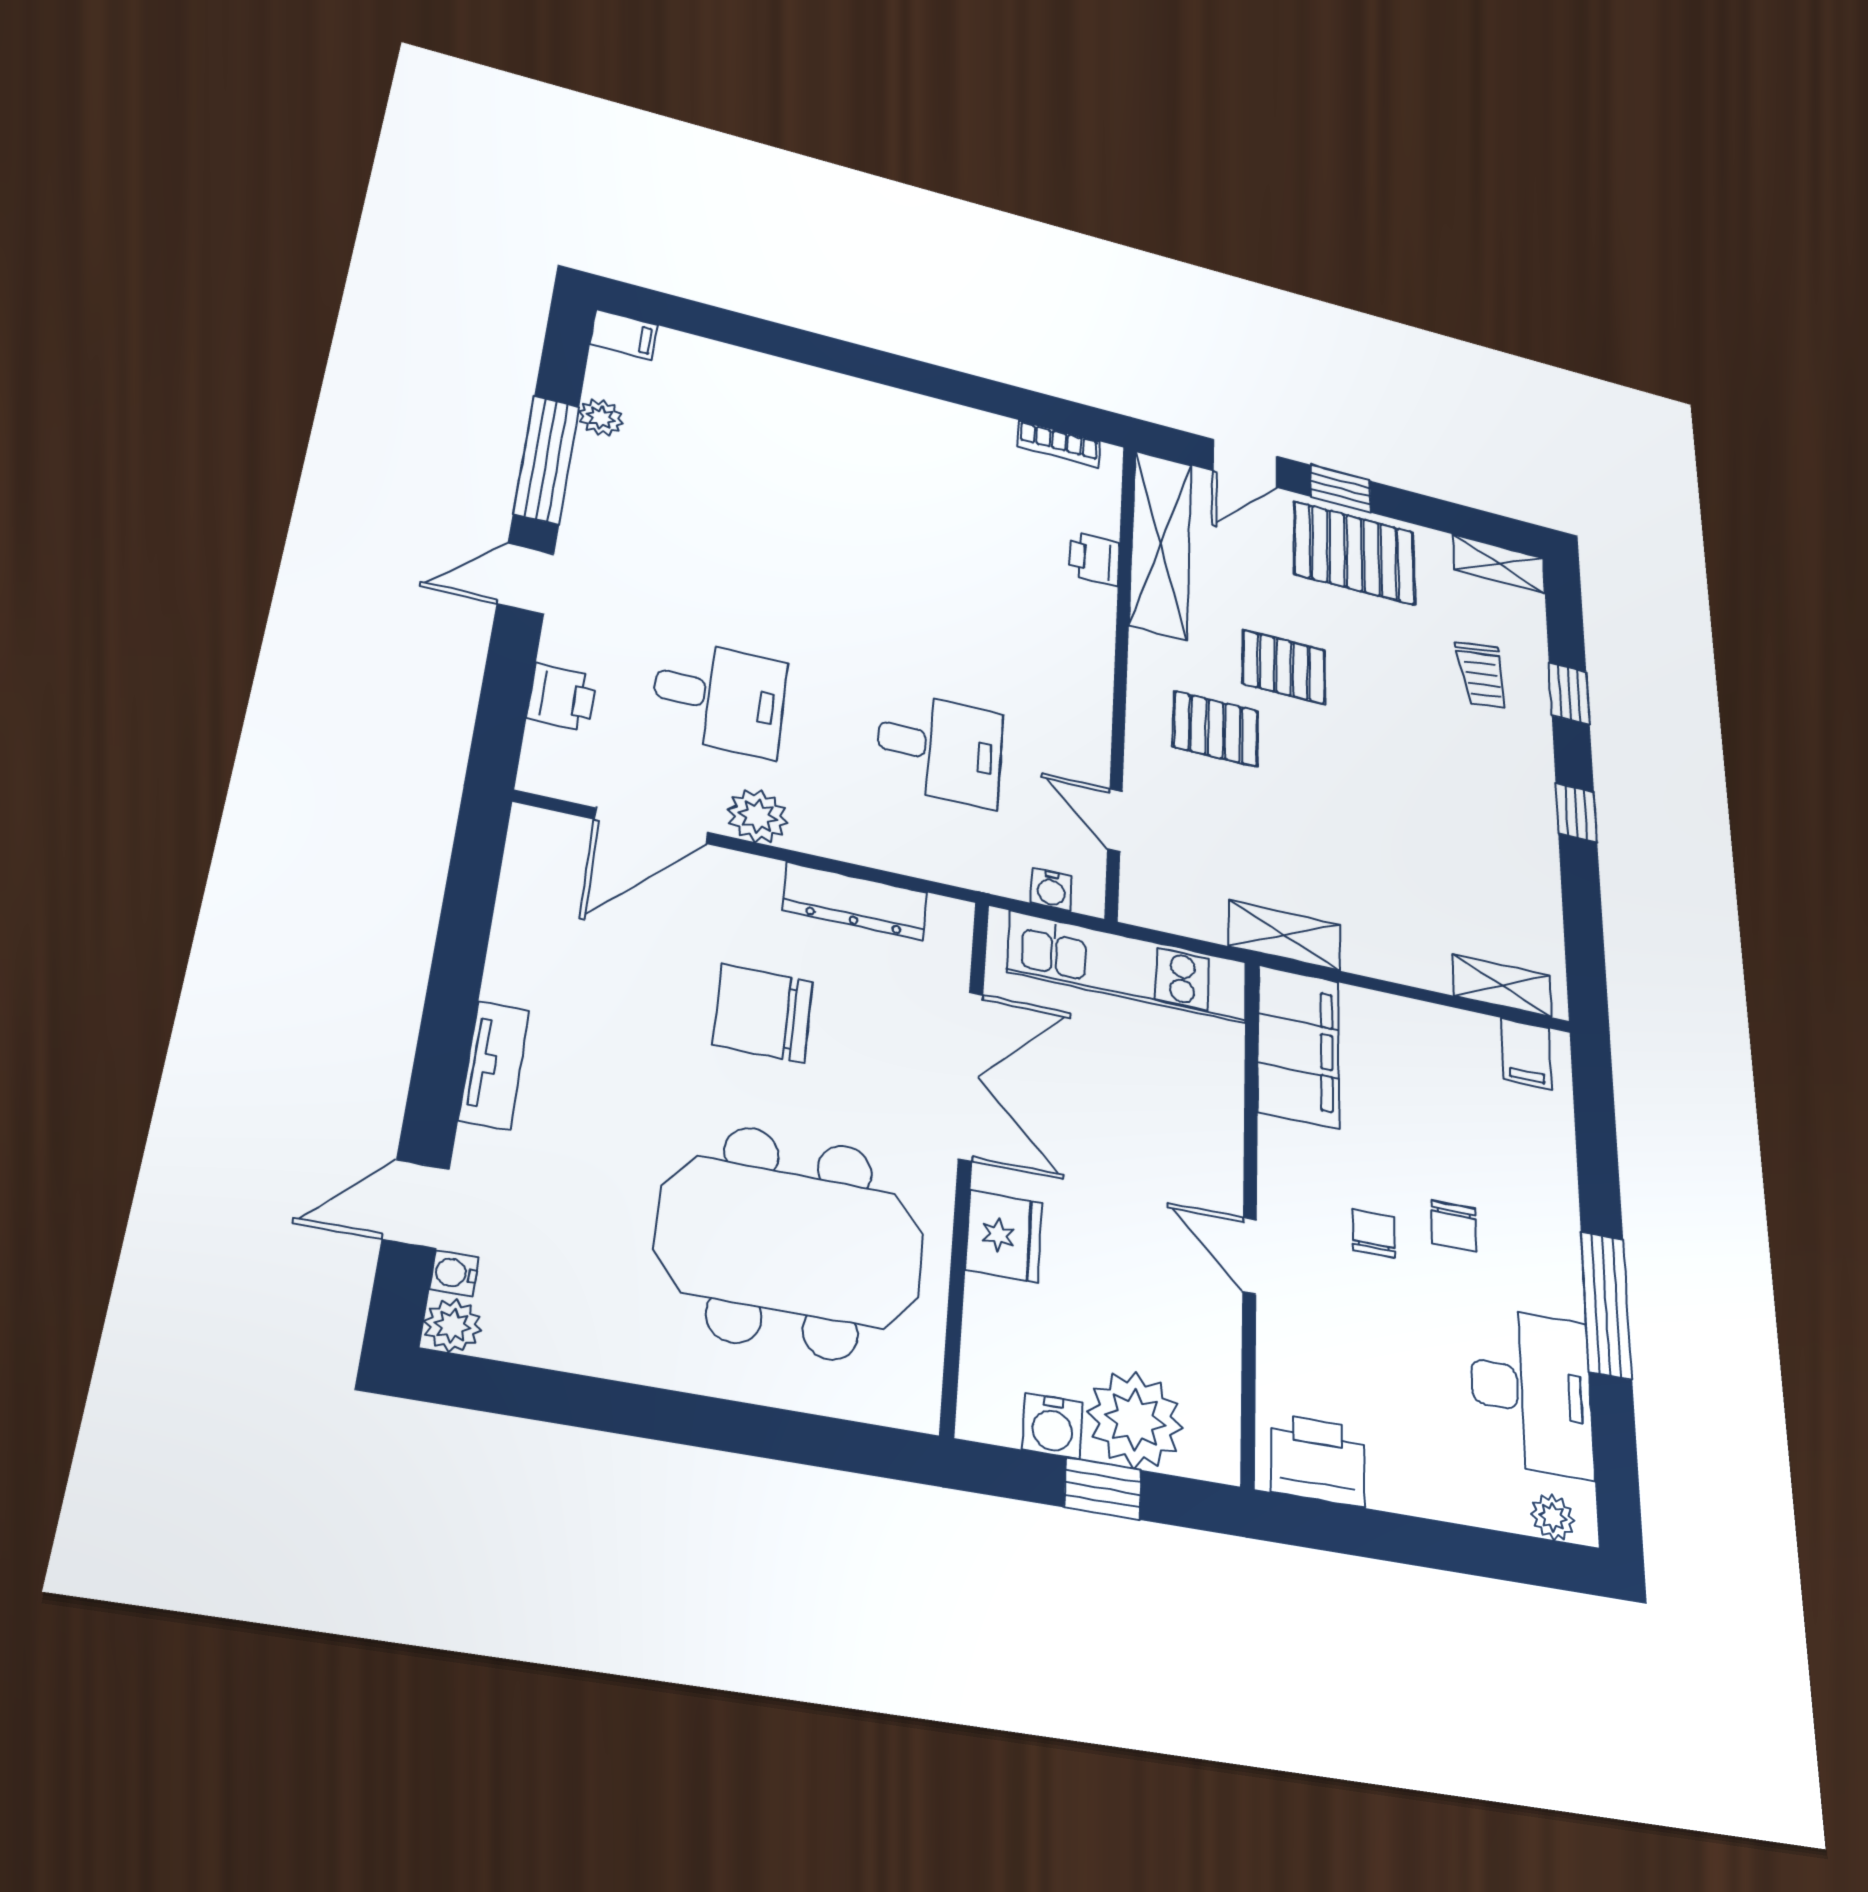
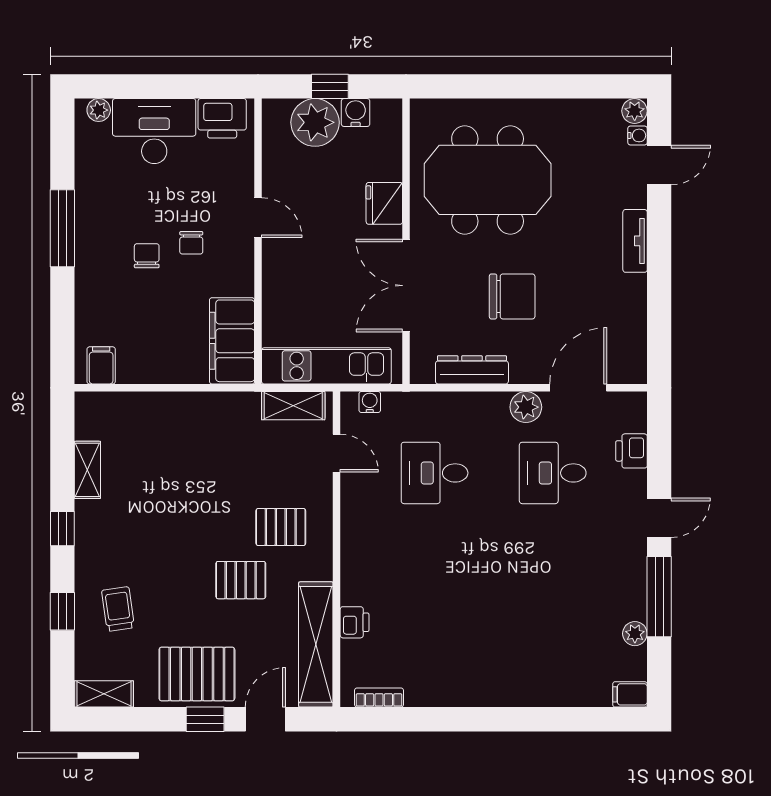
shelving: (1284, 935) -> (293, 406), moved
shelving: (1502, 986) -> (87, 470), moved, turned 90
desk: (1531, 1391) -> (154, 131), moved, turned 90

